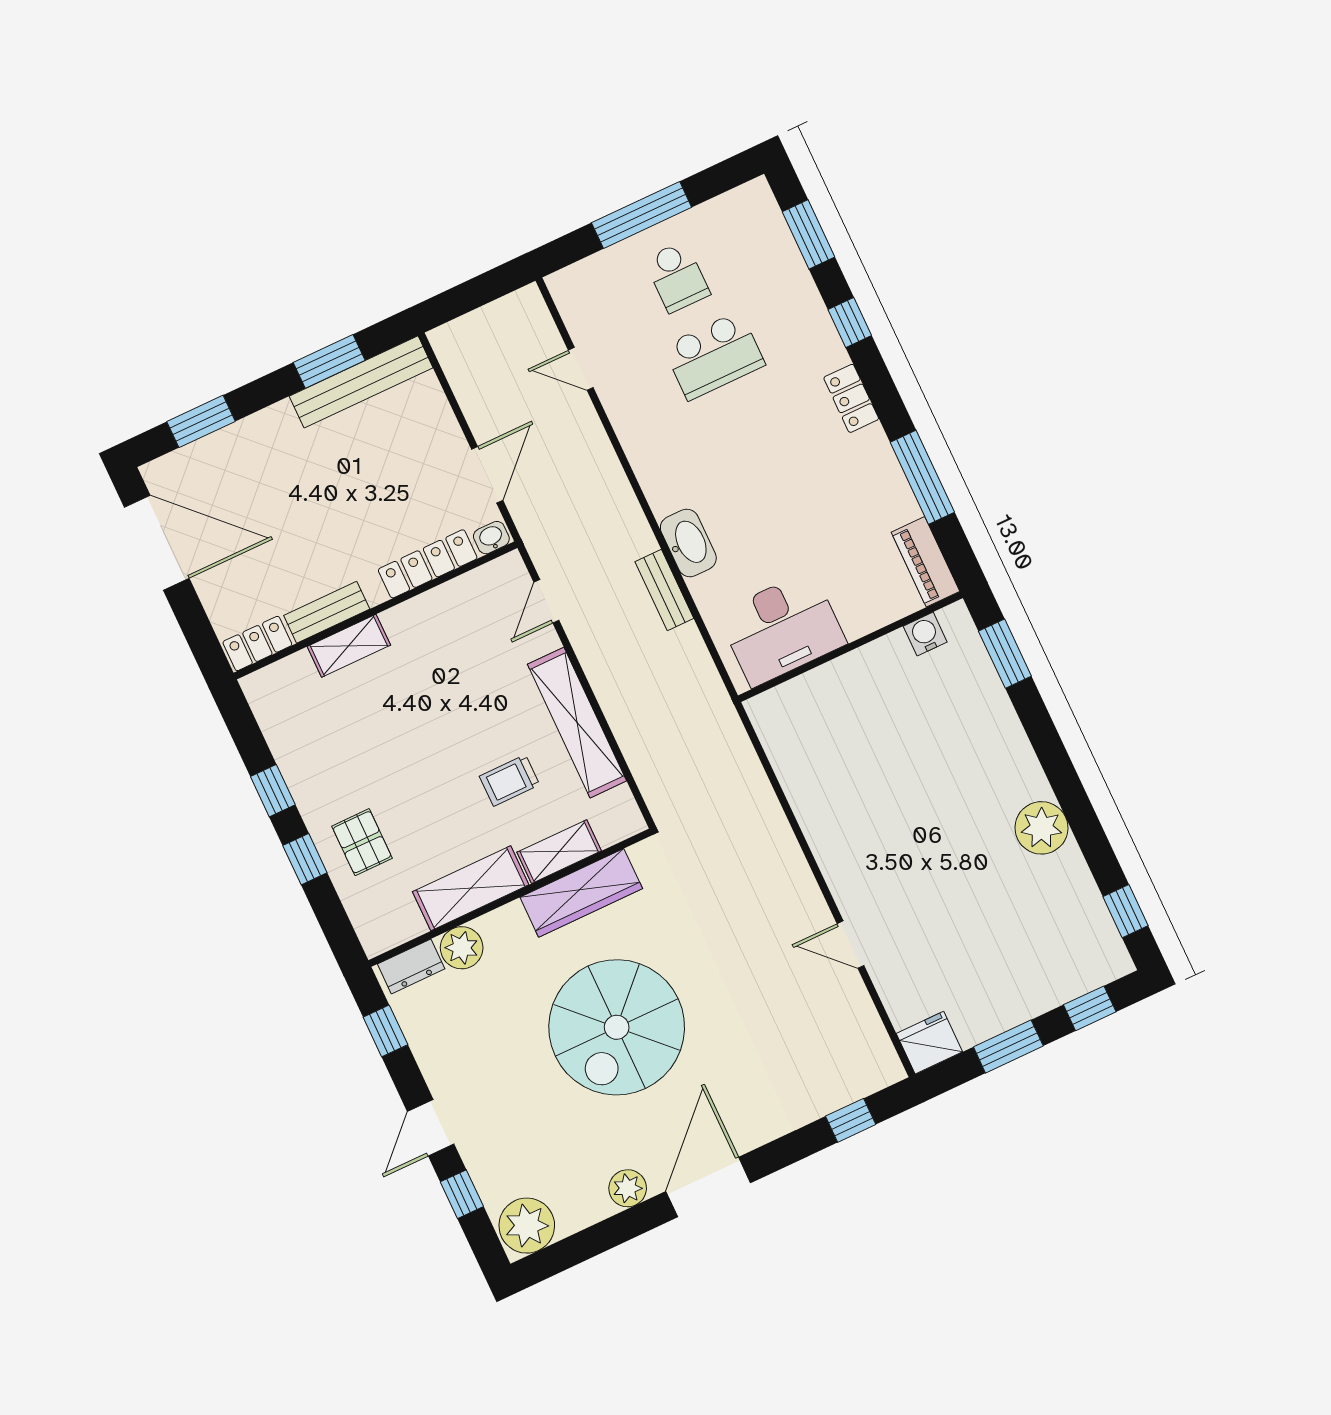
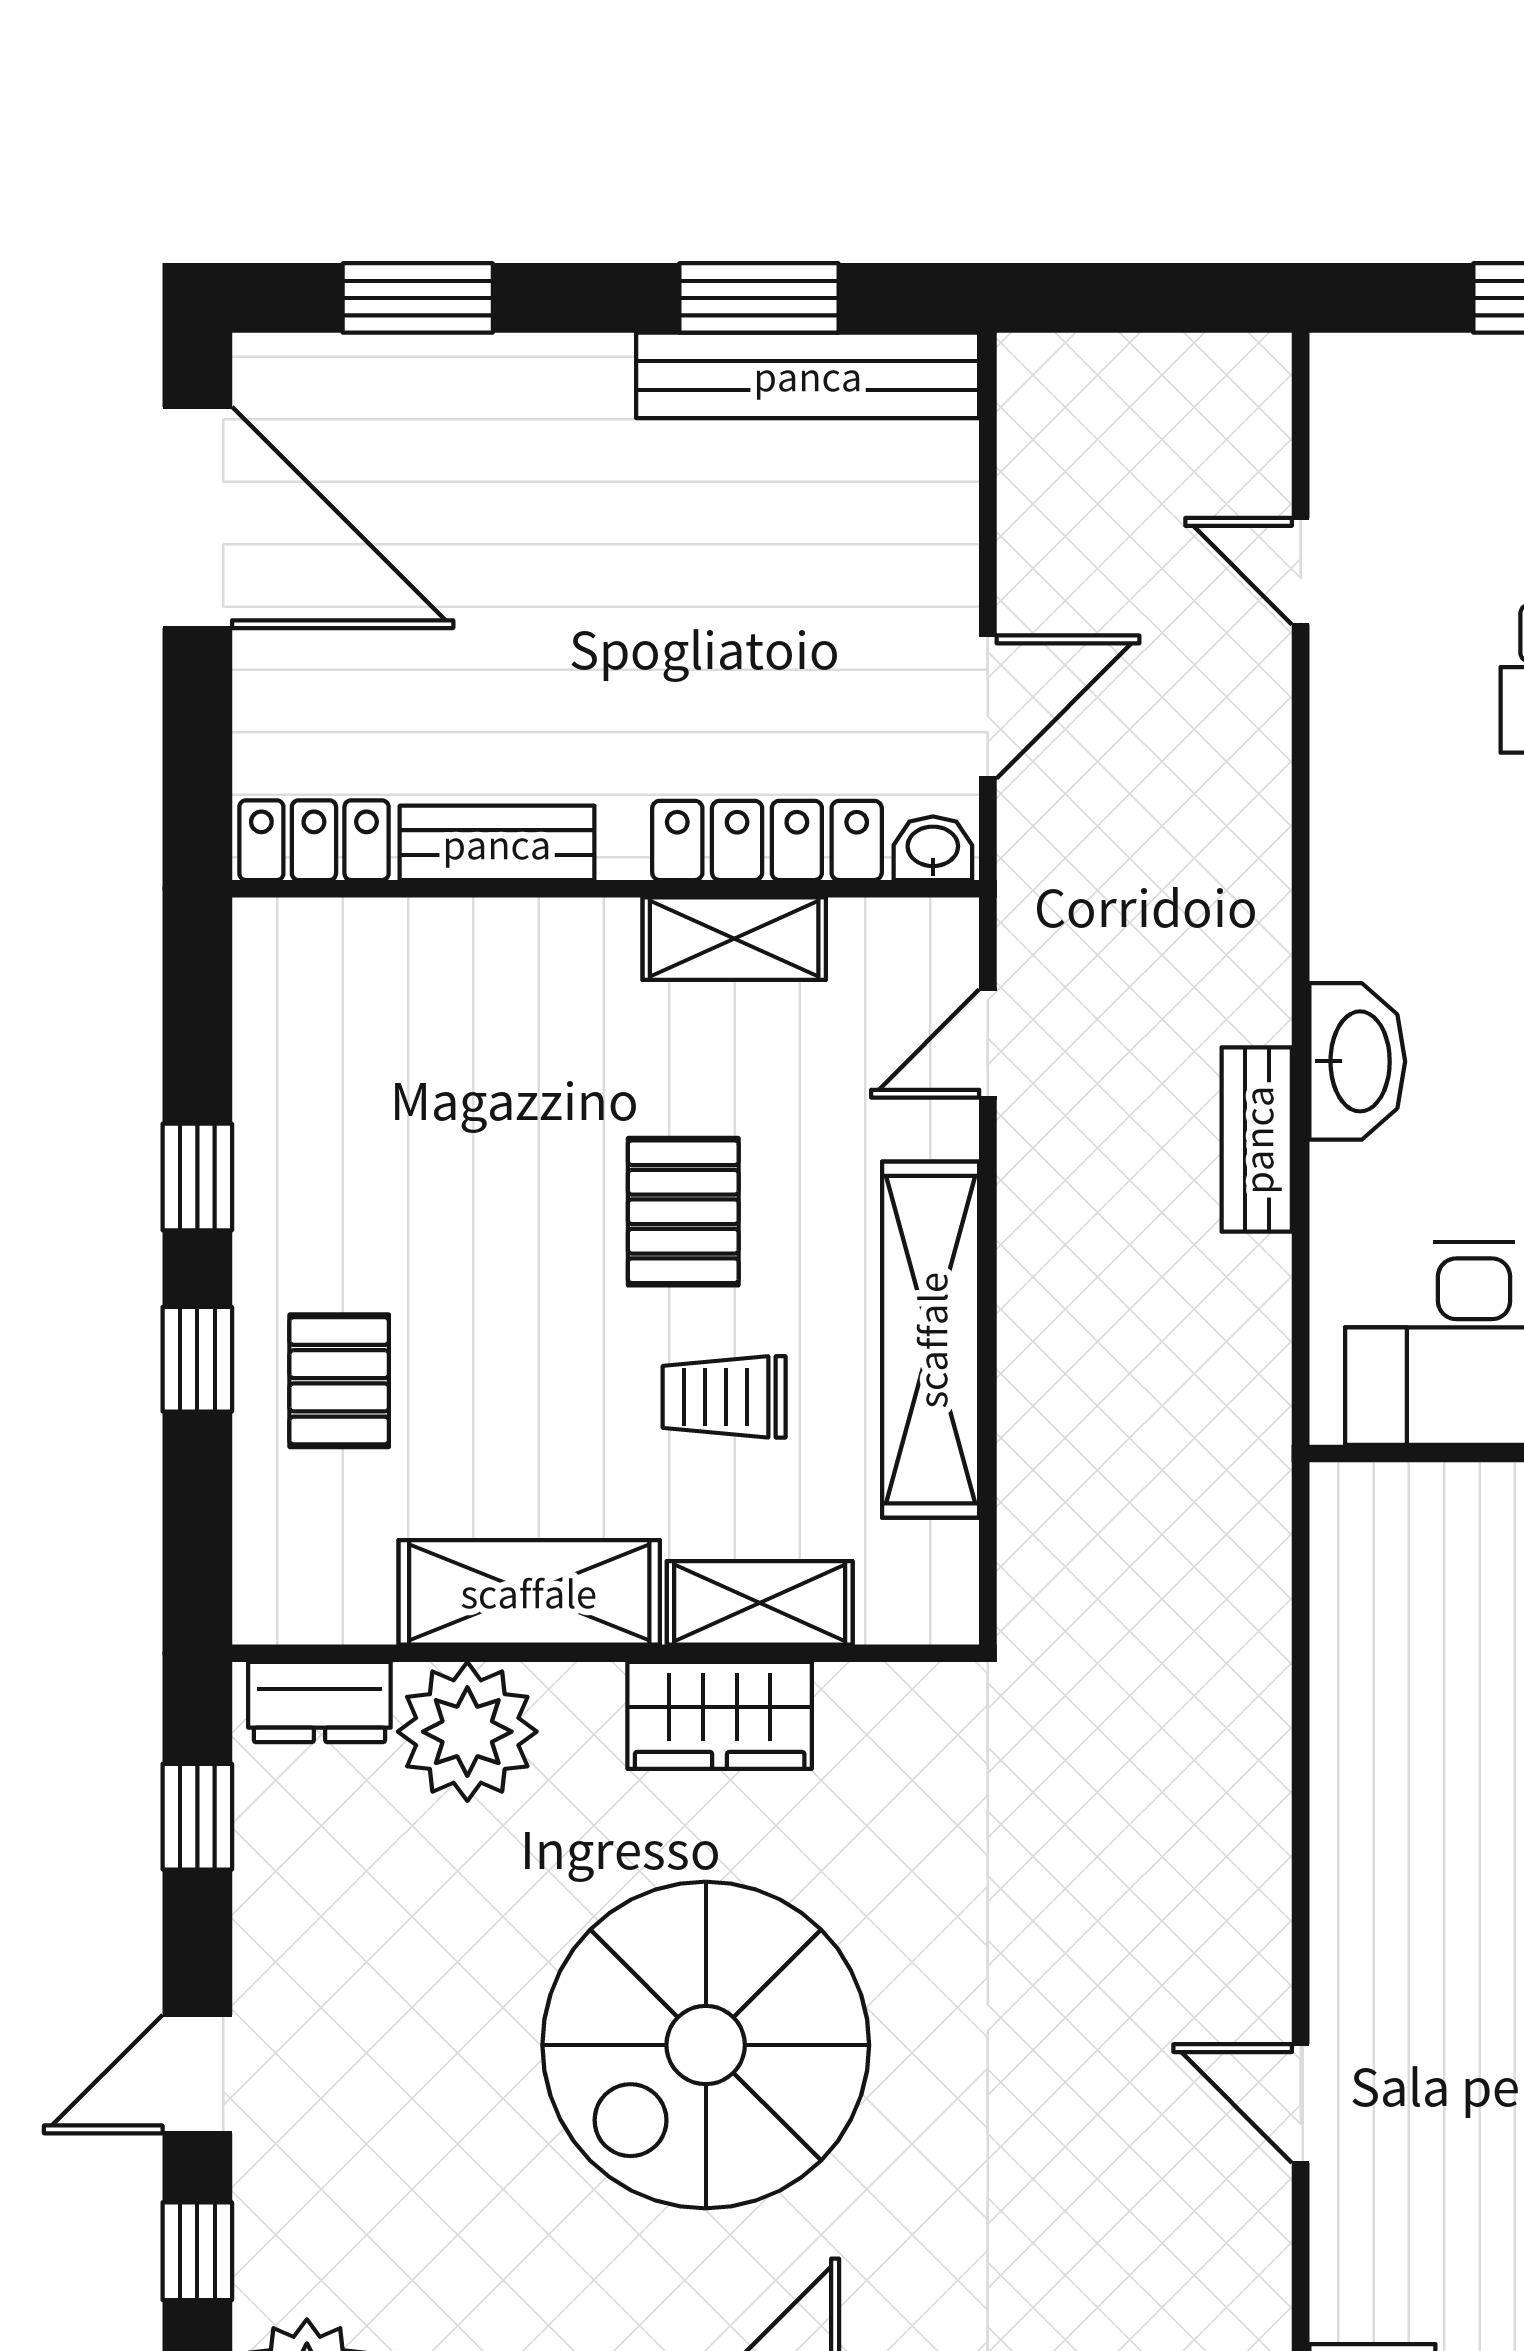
shelving: (349, 646) -> (734, 939), moved
pallet: (462, 718) -> (683, 1212), added
wardrobe: (581, 893) -> (720, 1715), width x0.67
plant: (462, 948) -> (467, 1732), width x1.36, depth x1.36

